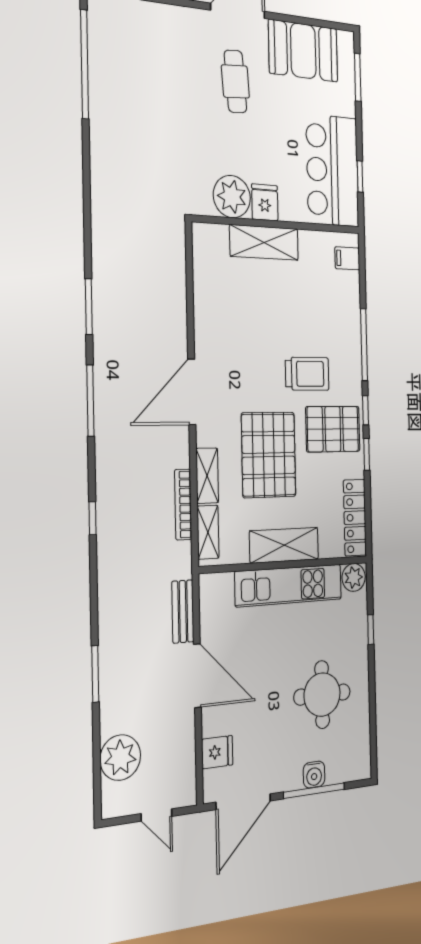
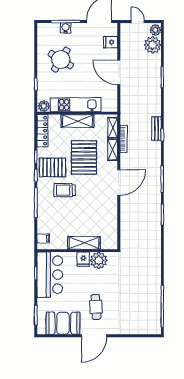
bench: (183, 611) -> (156, 128), moved
round table: (322, 695) -> (61, 60), turned 32
plant: (114, 799) -> (155, 30), added

